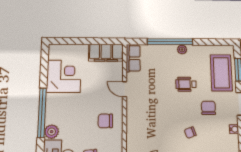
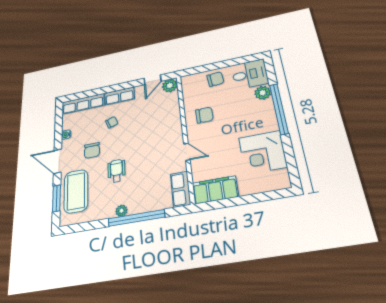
wheelchair: (186, 84) -> (116, 171), turned -90

